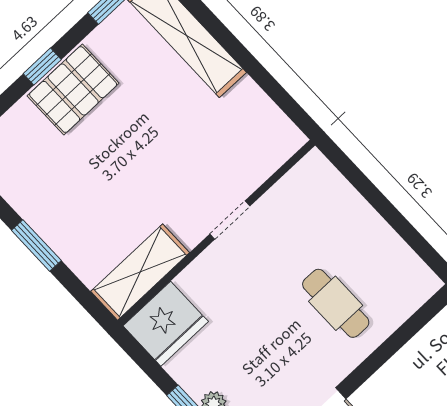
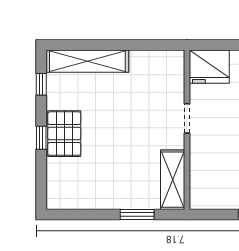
window: (36, 245) -> (137, 214), moved
fridge: (166, 324) -> (209, 67), moved, turned 90

